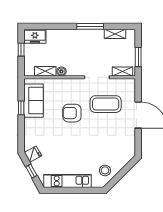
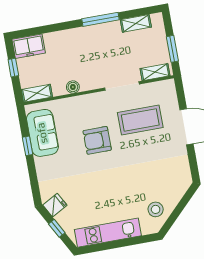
shelving: (45, 71) -> (37, 93), moved

